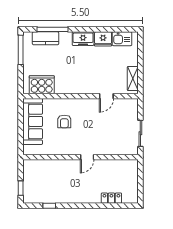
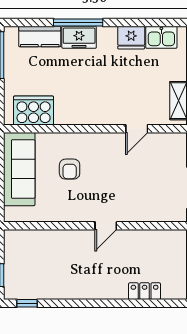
window: (53, 29) -> (78, 23), moved
freezer: (83, 39) -> (79, 37), moved
window: (49, 206) -> (27, 303), moved

